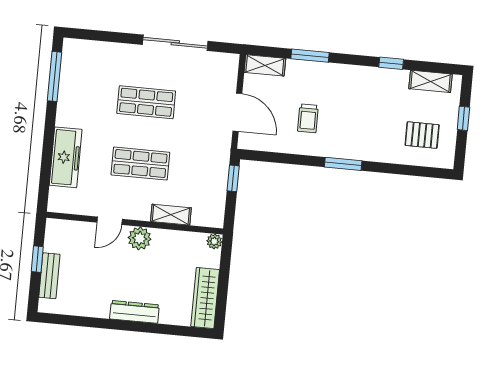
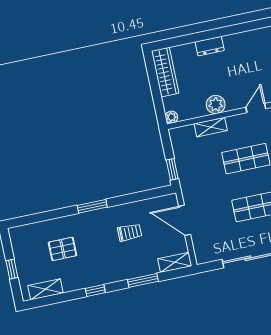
window: (391, 63) -> (95, 290), moved
trolley: (308, 118) -> (130, 232), turned 90
pallet: (422, 135) -> (63, 249), moved
plant: (140, 238) -> (216, 105), moved
dresser: (134, 312) -> (210, 46), width x0.70

